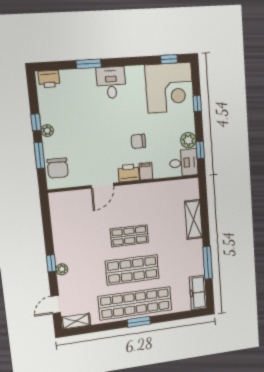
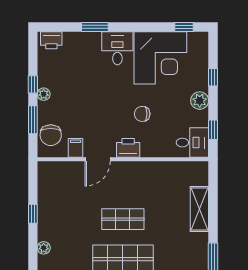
corner desk: (169, 88) -> (160, 58), moved
plant: (188, 140) -> (200, 101), moved
filing cabinet: (146, 171) -> (76, 148), moved
window: (51, 263) -> (33, 214), moved

